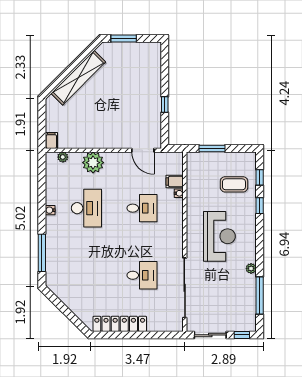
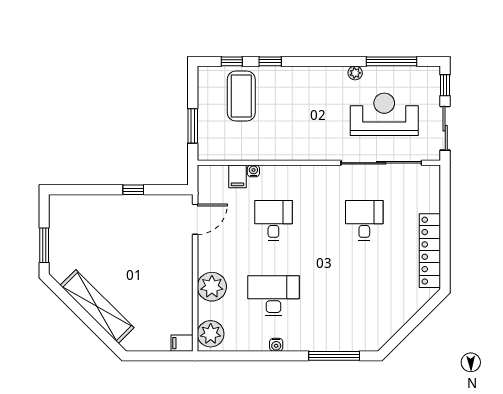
plant: (63, 157) -> (211, 334), width x1.87, depth x1.87
coffee table: (234, 184) -> (241, 96), width x1.36, depth x1.32
reception desk: (219, 236) -> (384, 114), moved

